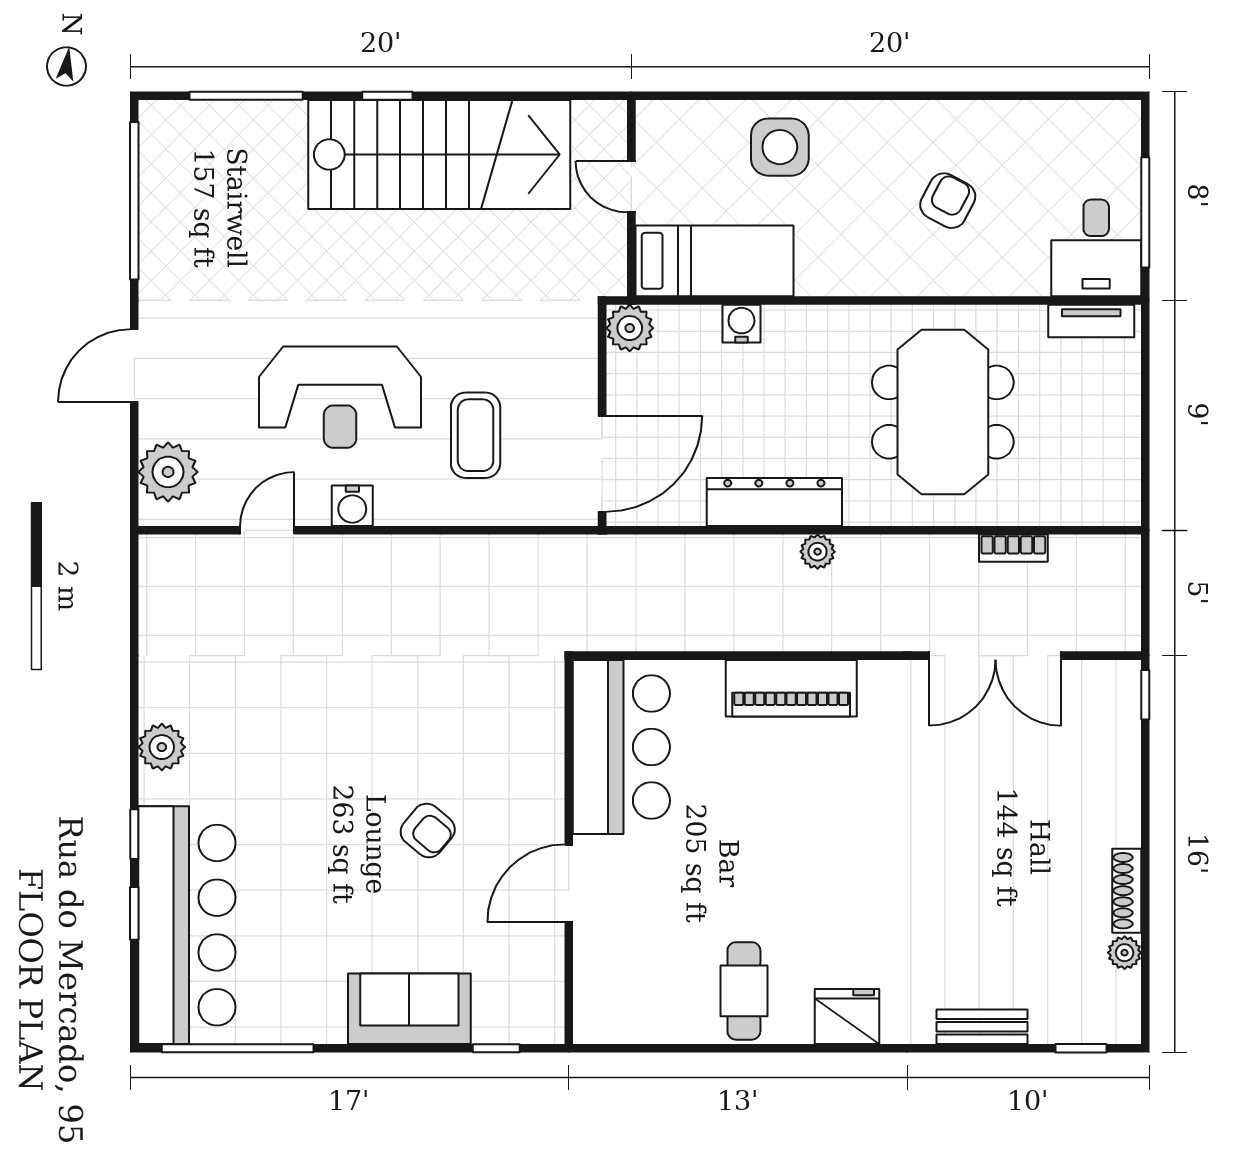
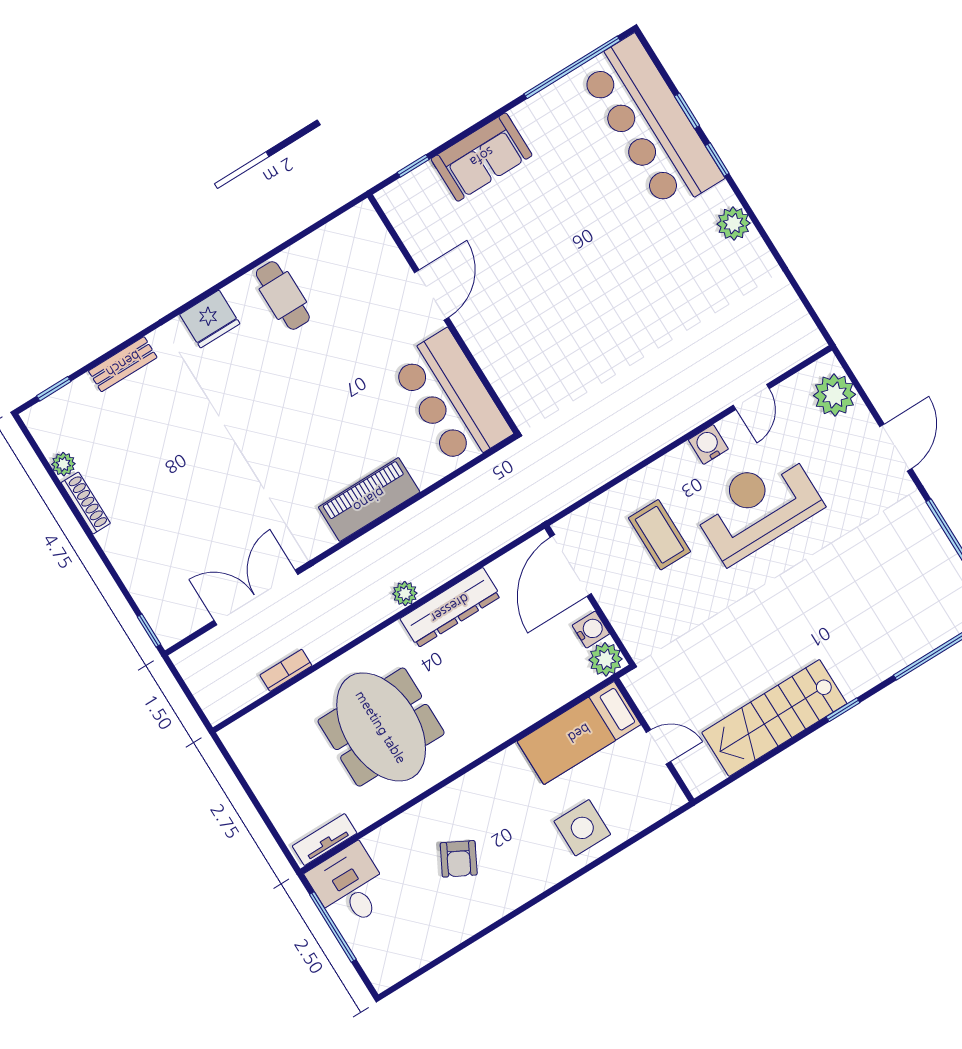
stairs: (439, 154) -> (774, 718), width x0.73, depth x0.66
water cooler: (741, 324) -> (591, 630), moved, turned -90
armchair: (428, 831) -> (538, 274), removed

